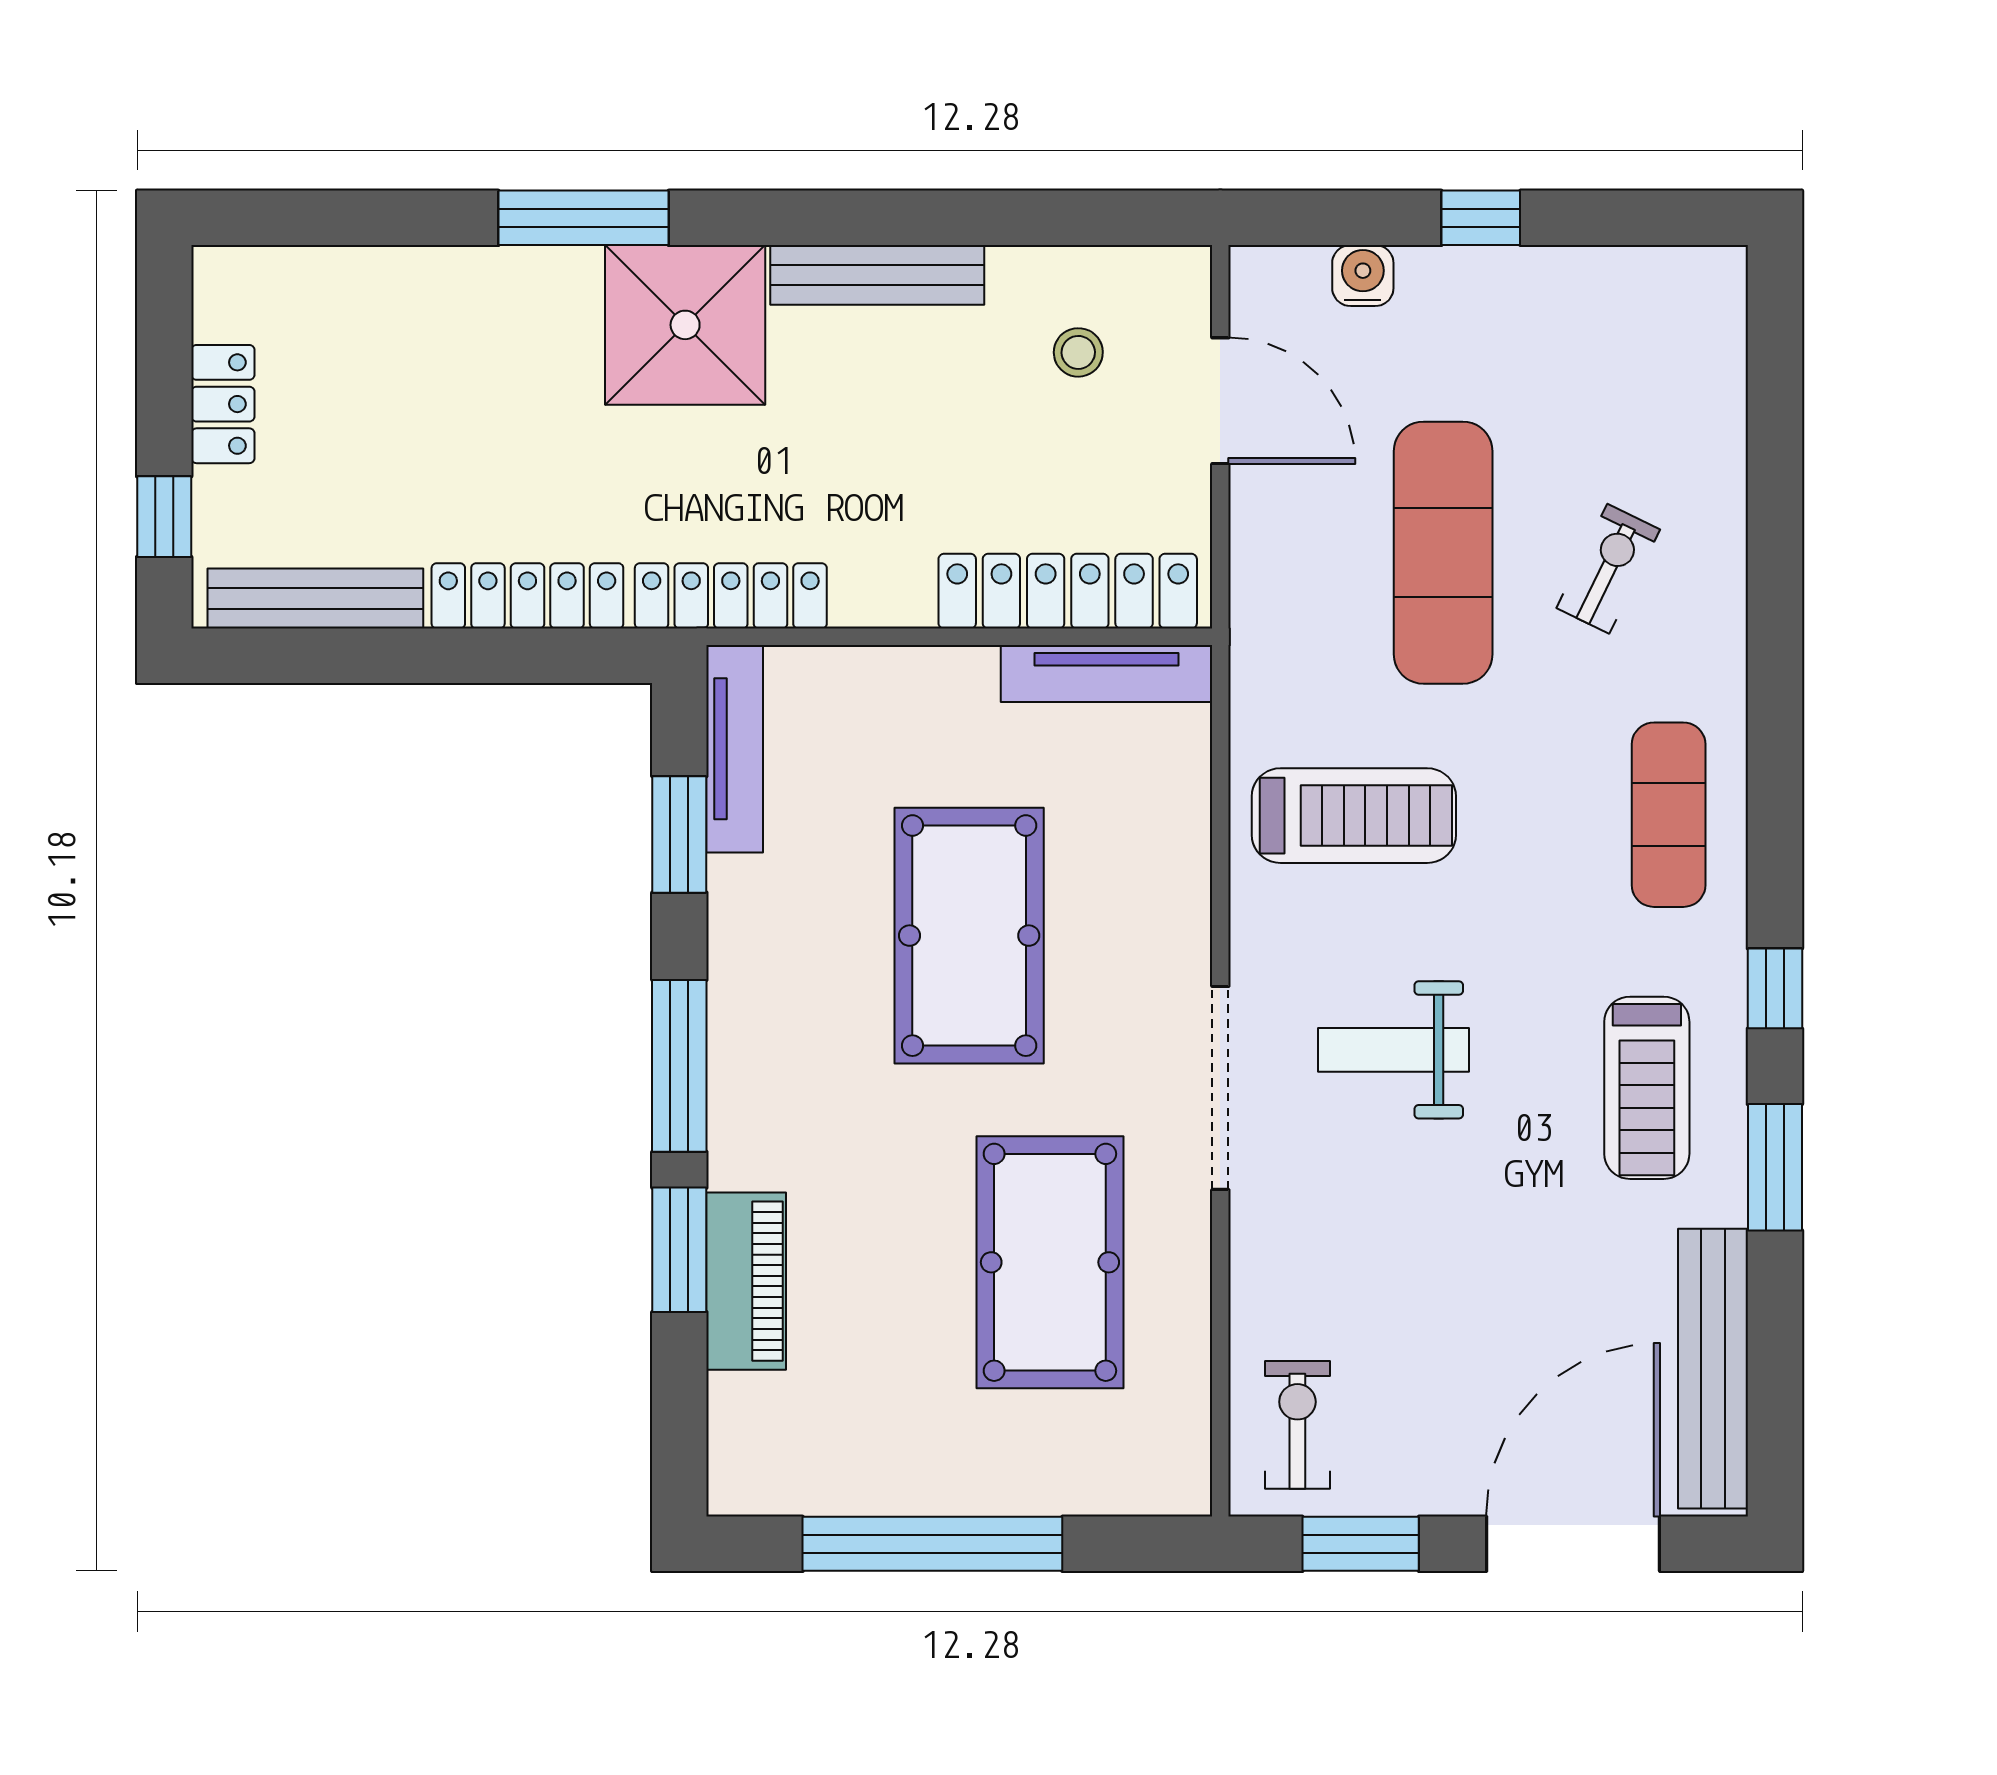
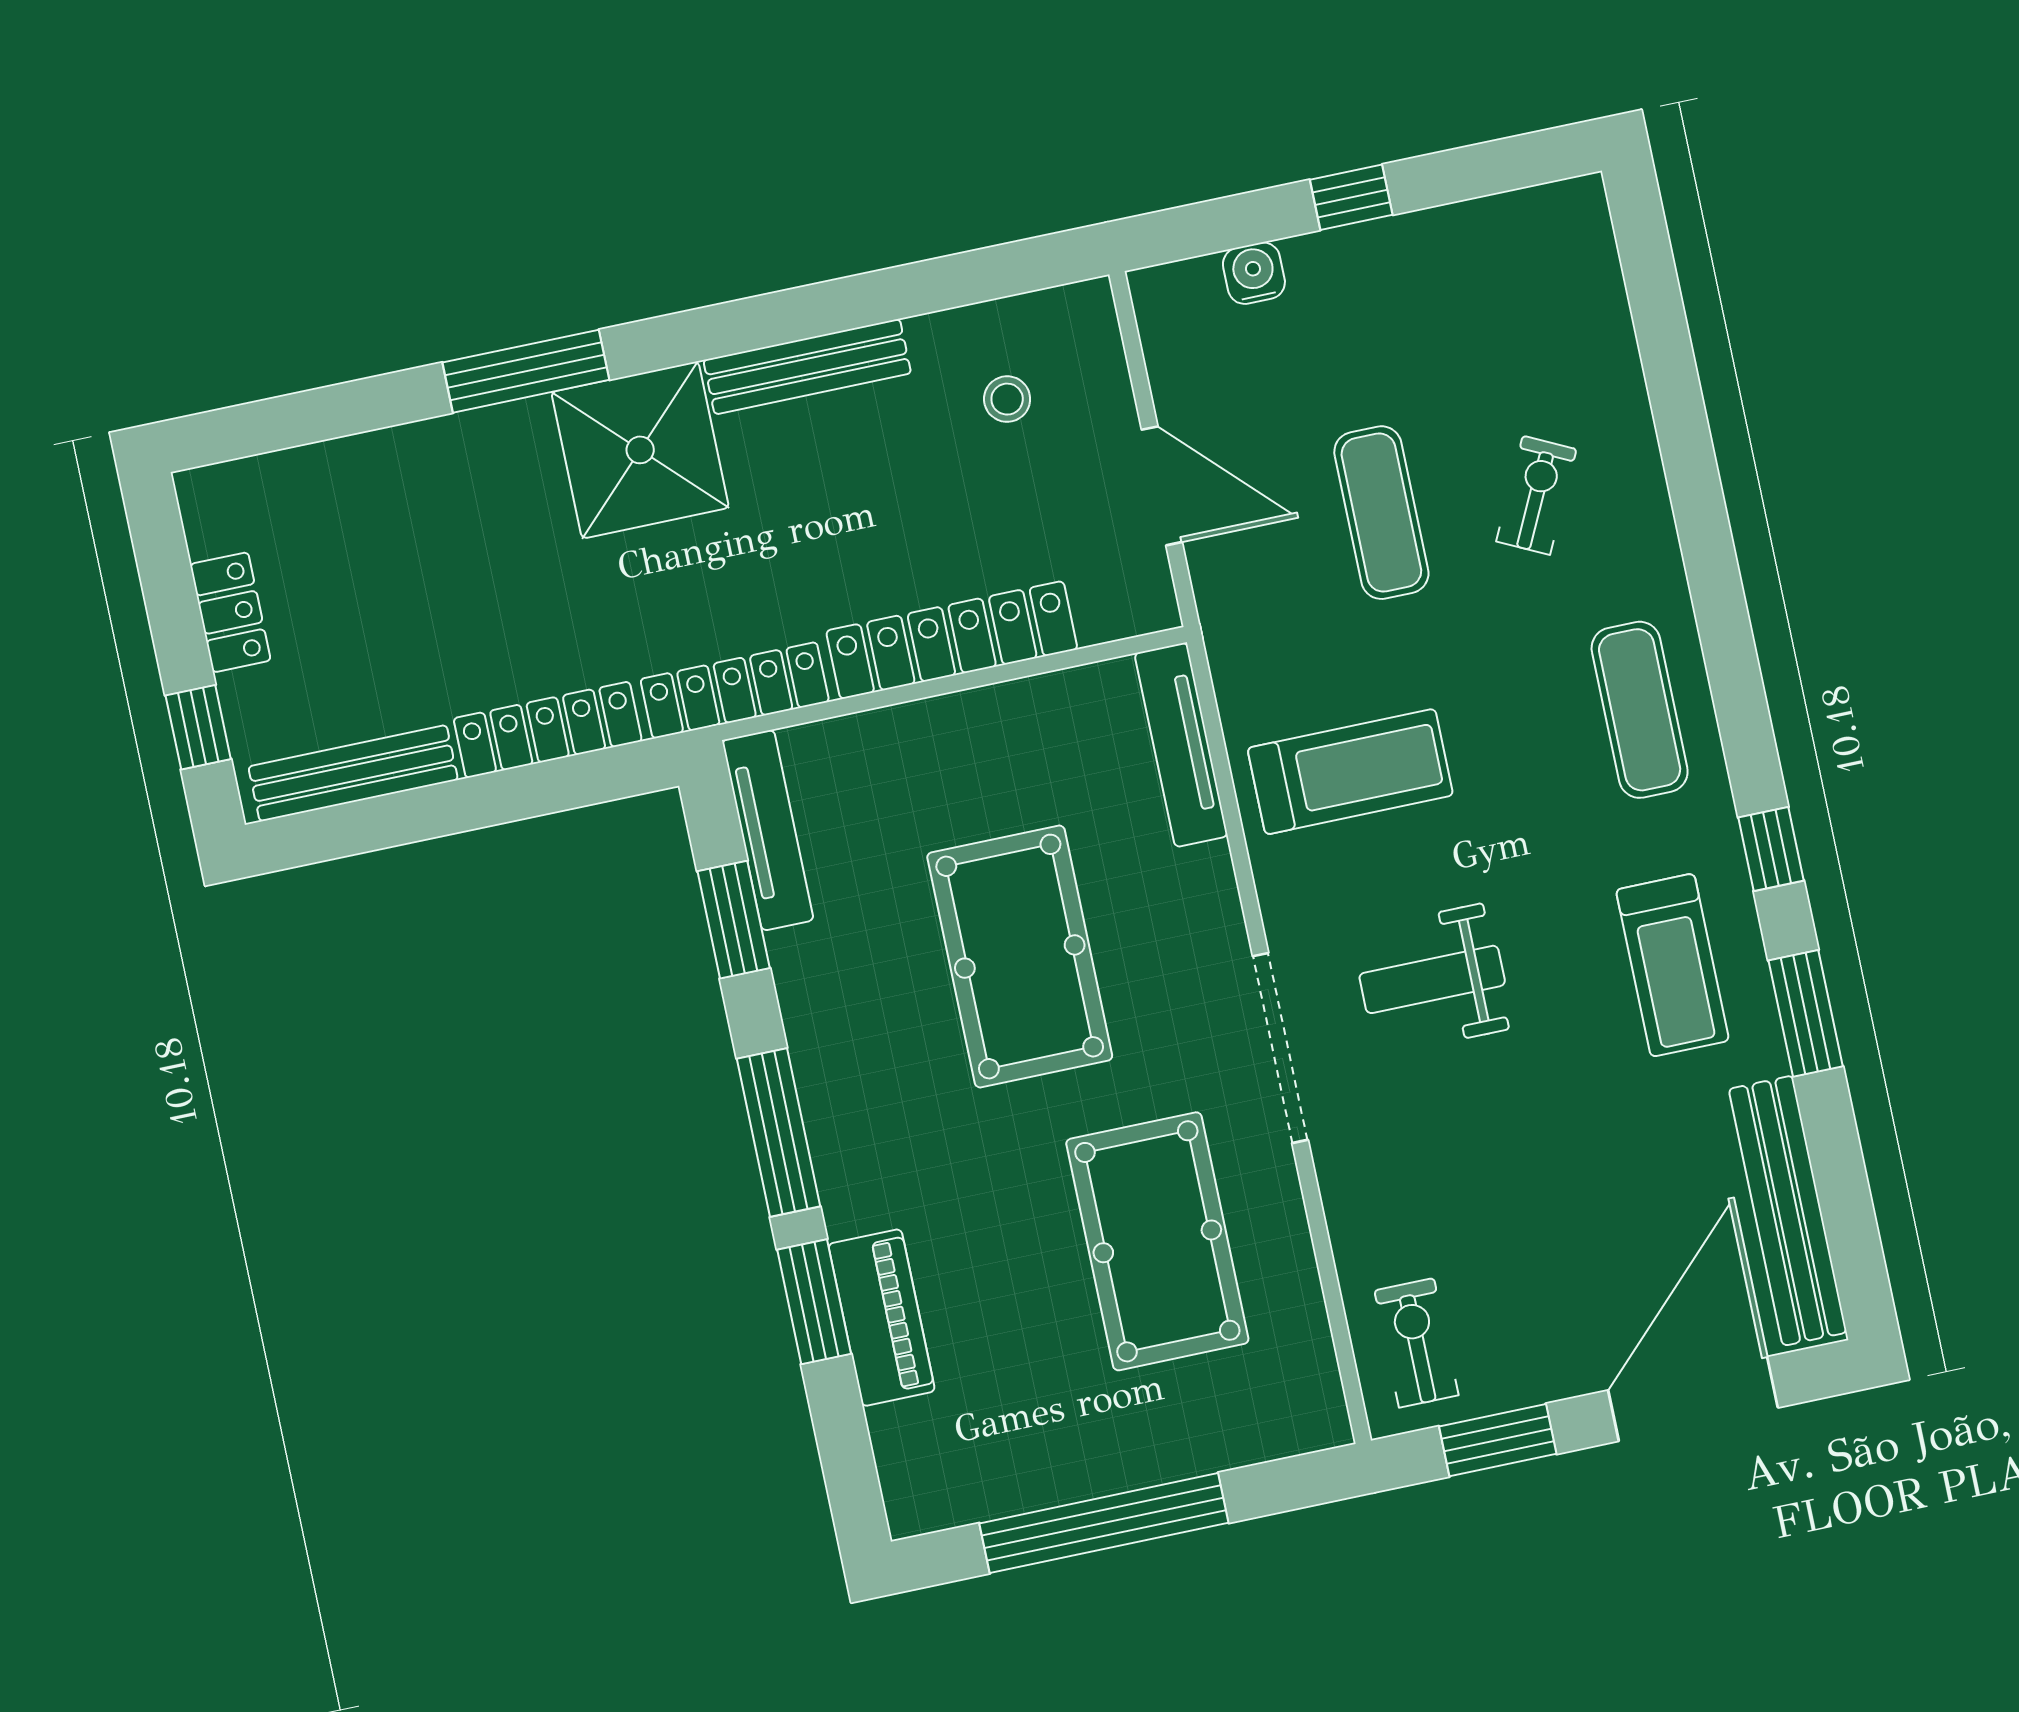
door: (1220, 401) -> (1162, 486), moved
exercise mat: (1443, 553) -> (1381, 513), width x0.73, depth x0.69
locker: (1068, 591) -> (952, 640), moved
tv unit: (1107, 674) -> (1181, 745), moved, turned 90

